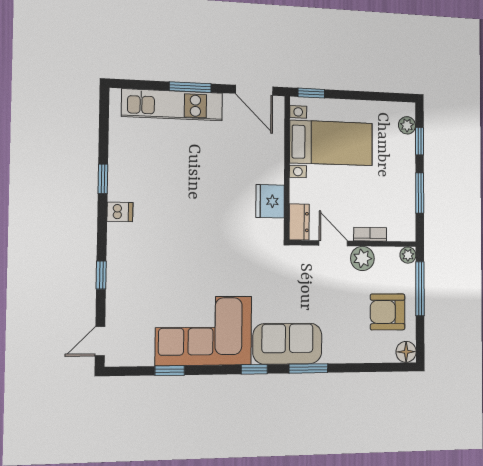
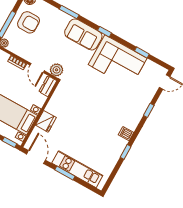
fridge: (270, 201) -> (46, 121), moved
plant: (362, 258) -> (57, 70), moved
window: (308, 368) -> (69, 12), moved

